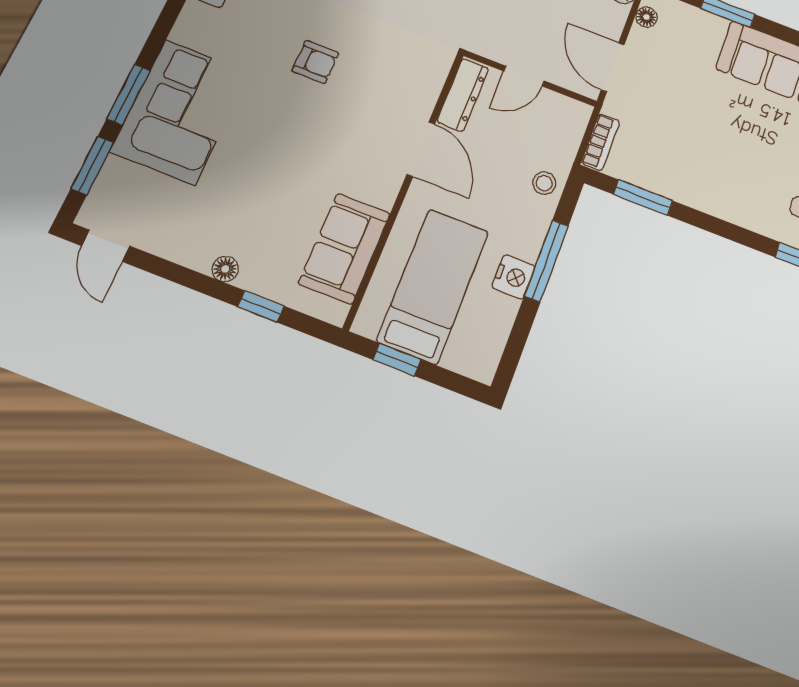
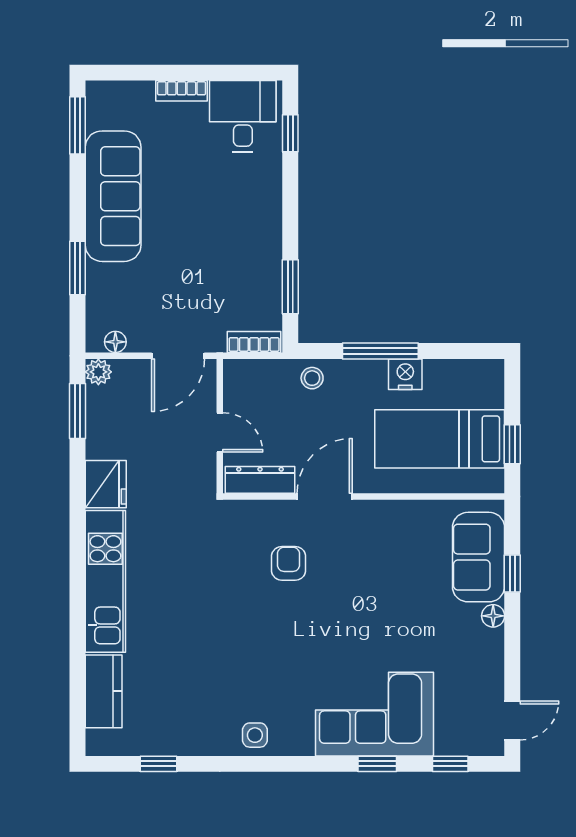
armchair: (315, 62) -> (289, 563), moved
window: (129, 95) -> (377, 764), width x0.67
window: (92, 166) -> (450, 764), width x0.67
sofa: (345, 248) -> (478, 557), moved, turned 90

